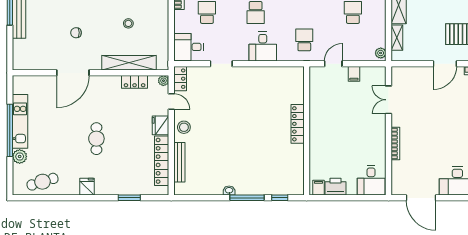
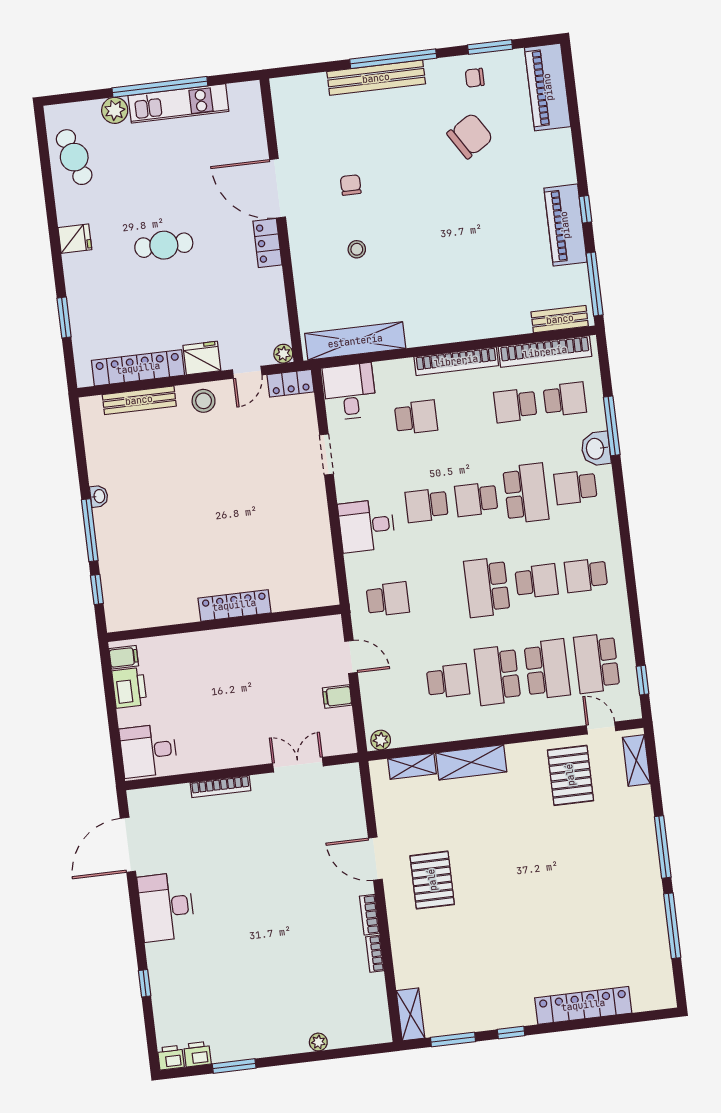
stool: (128, 23) -> (357, 249), moved
shelving: (129, 63) -> (355, 341), moved, turned 90
locker: (135, 82) -> (267, 243), moved

